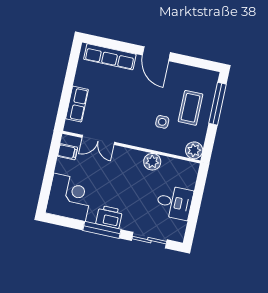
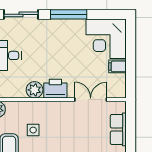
filing cabinet: (68, 152) -> (118, 66), moved
printer: (109, 217) -> (55, 89), moved, turned 180

